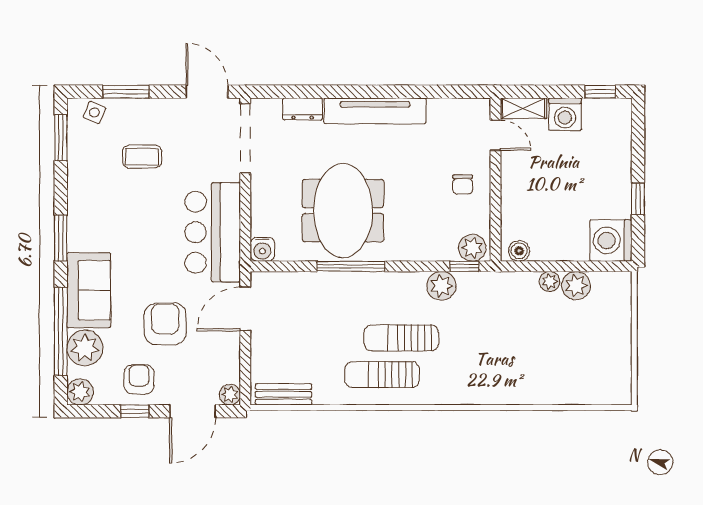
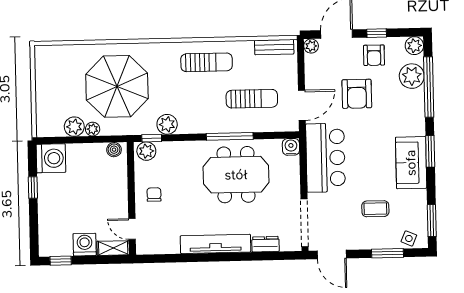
meeting table: (343, 211) -> (236, 175), turned 90
sofa: (89, 290) -> (411, 163), moved
sun lounger: (401, 338) -> (252, 99), moved
parasol: (513, 343) -> (117, 86), added

